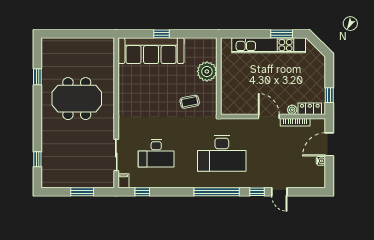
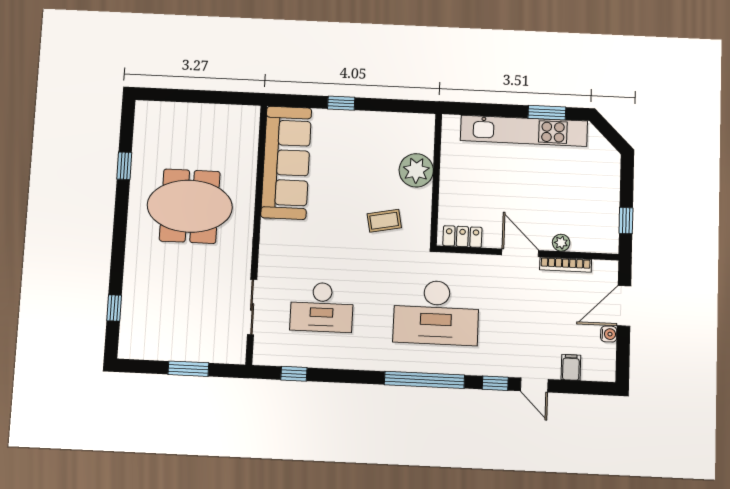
sofa: (151, 51) -> (286, 163), moved, turned -90
locker: (310, 109) -> (462, 237), moved
filing cabinet: (124, 181) -> (571, 367), moved

